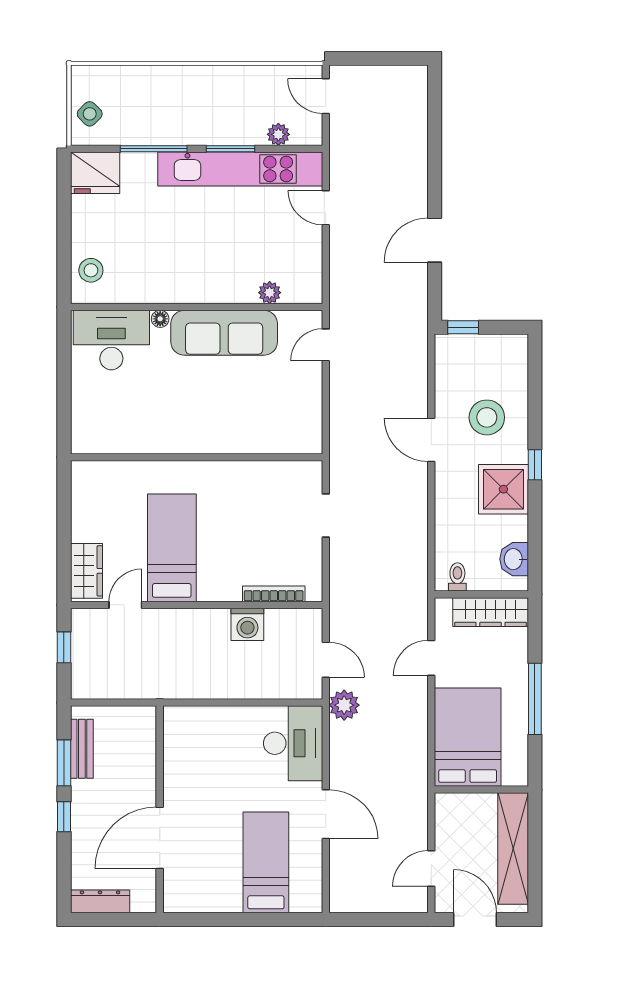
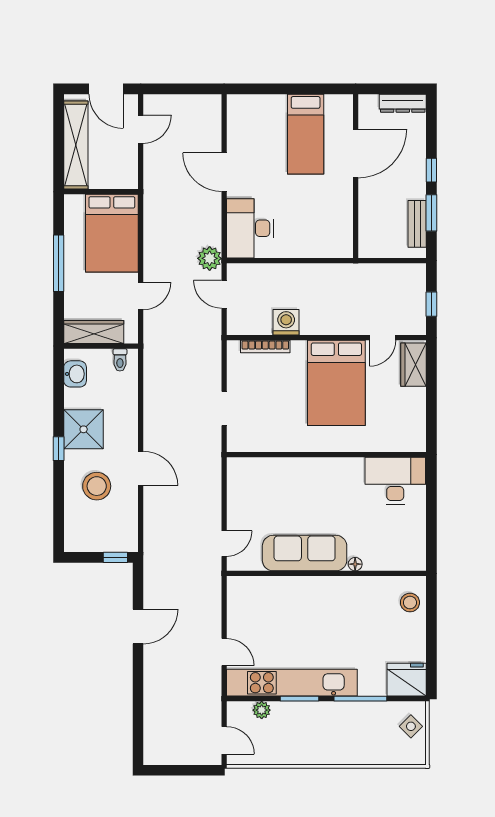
plant: (270, 293) -> (269, 585), removed
desk: (111, 340) -> (395, 481), moved, turned 180
bed: (172, 548) -> (336, 383), width x1.50
bed: (266, 862) -> (306, 134), moved

